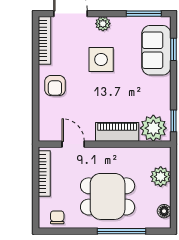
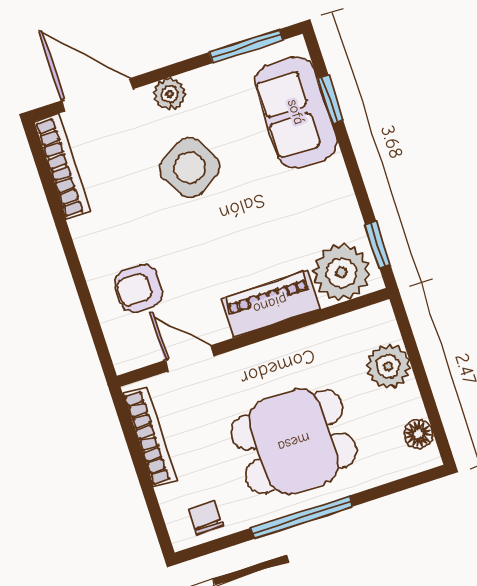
side table: (101, 60) -> (190, 168), turned -31
armchair: (55, 86) -> (139, 288), moved, turned 90
window: (121, 231) -> (302, 517), moved

